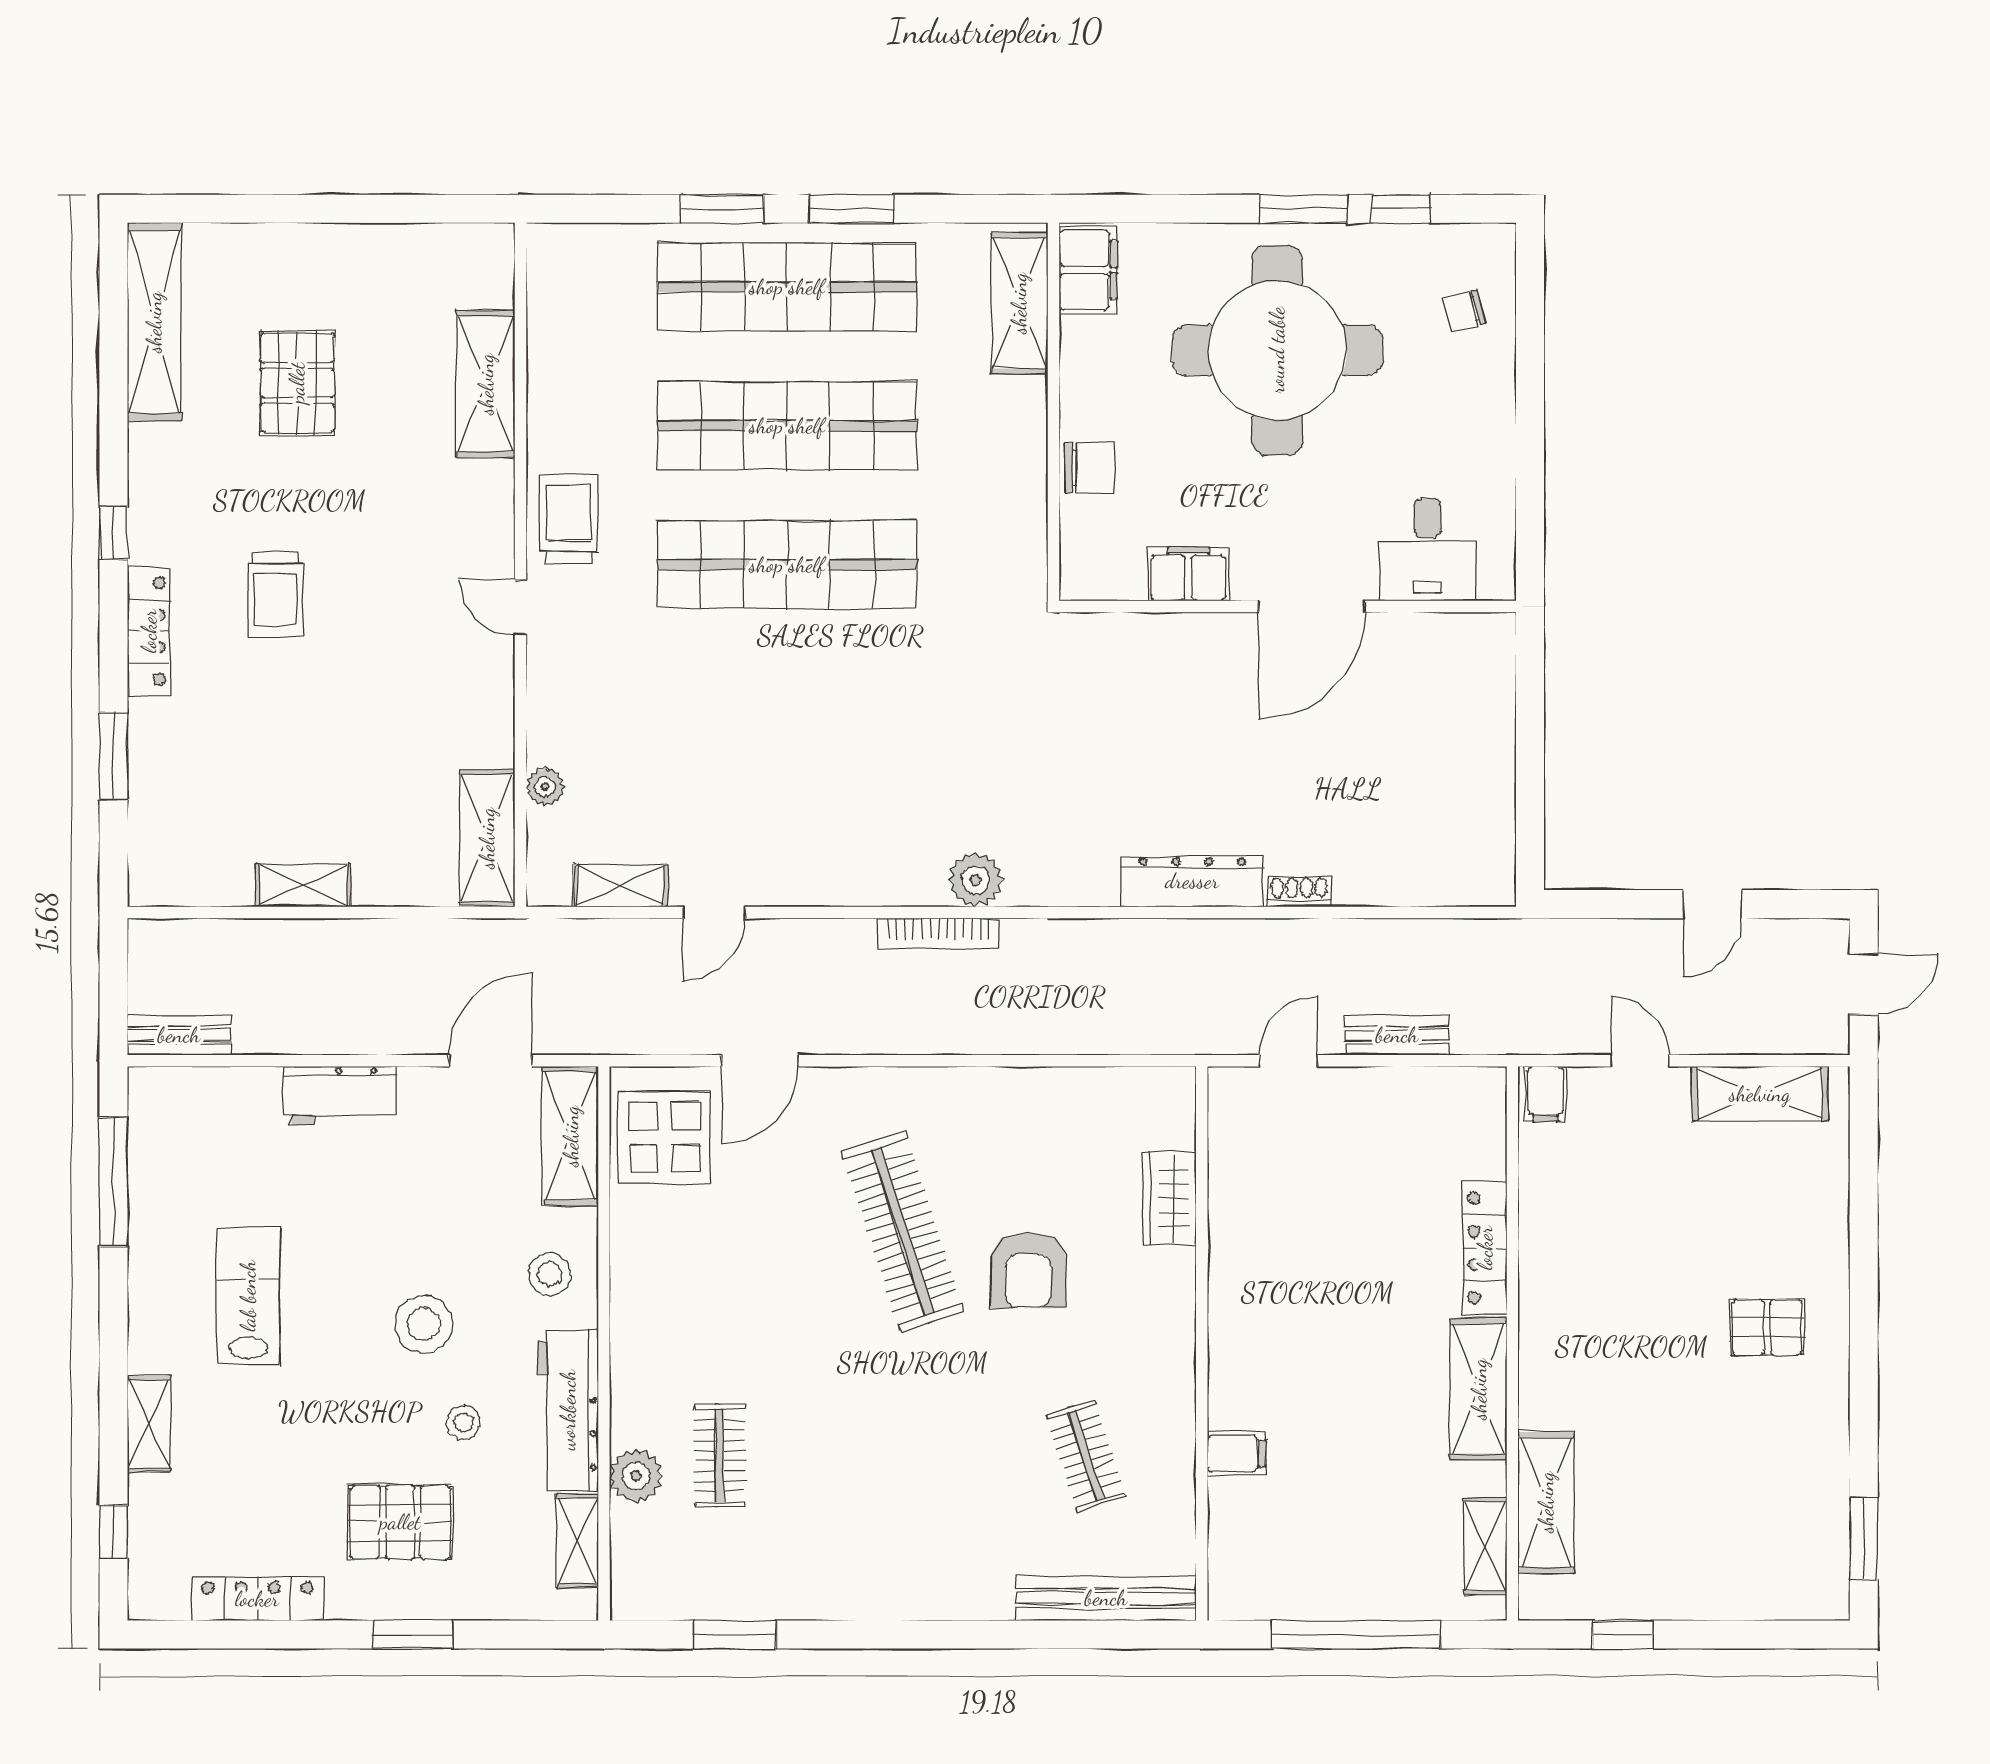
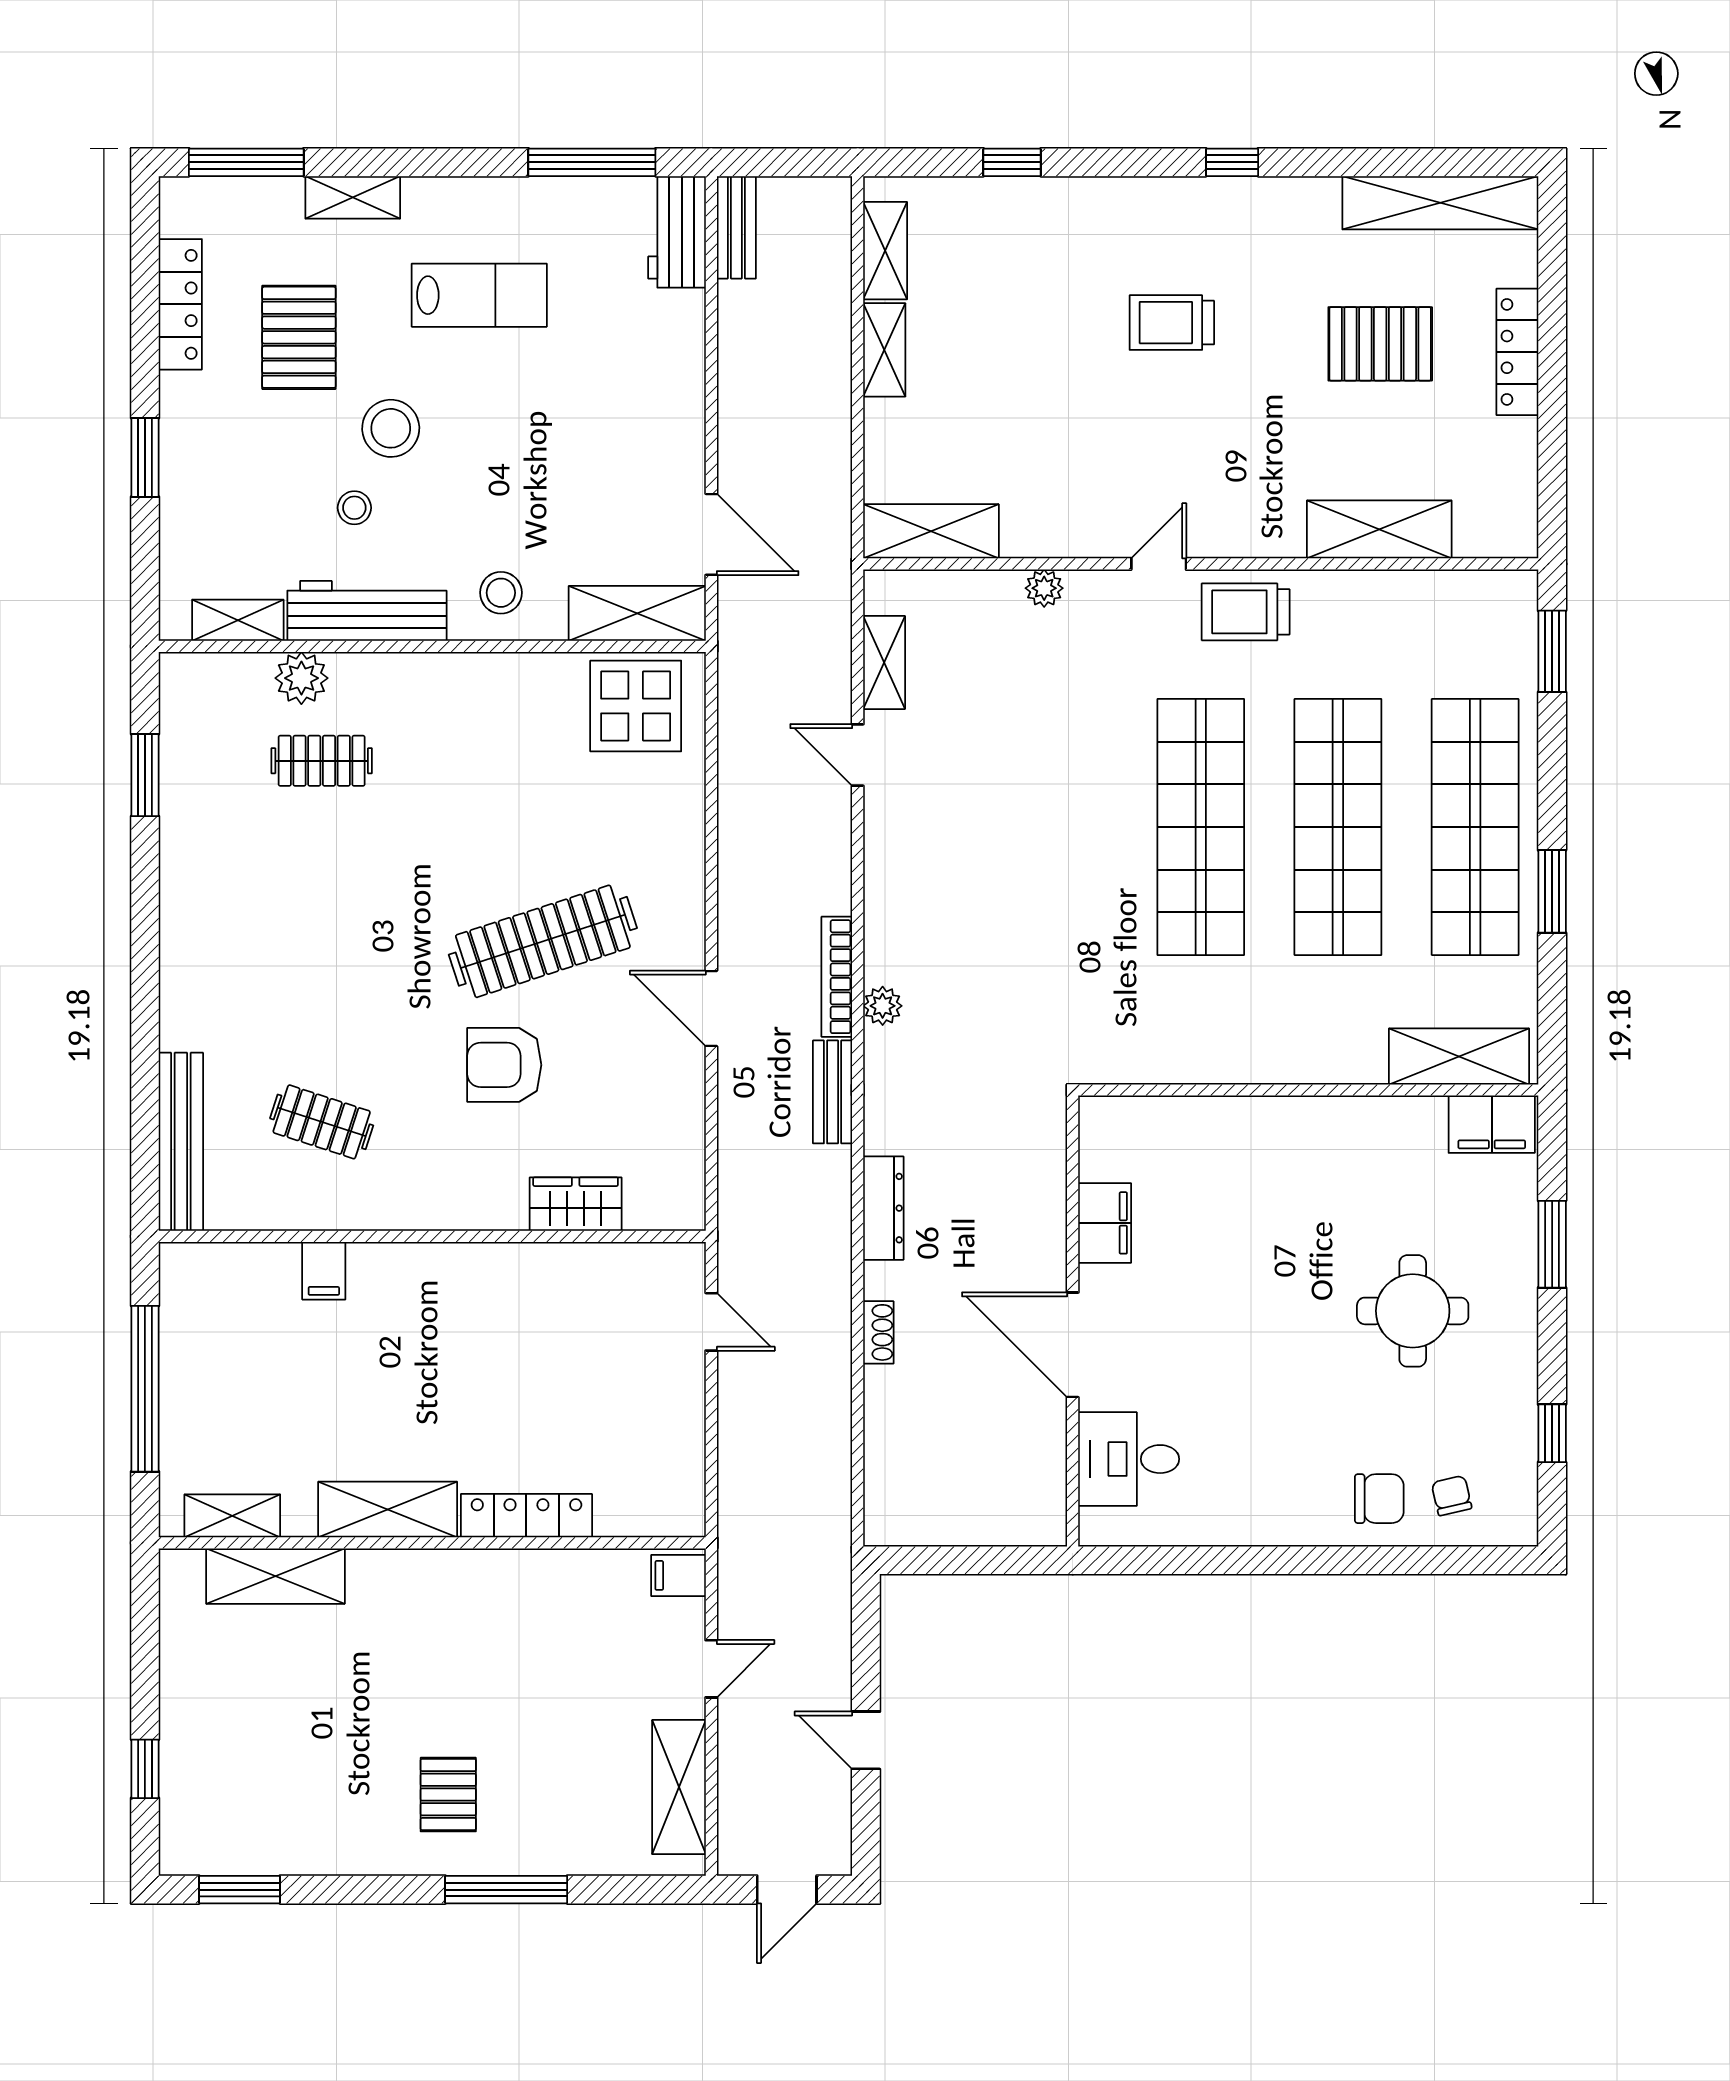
window: (722, 209) -> (1552, 651), moved
window: (1303, 209) -> (1552, 1244), moved
round table: (1277, 350) -> (1413, 1311), width x0.54, depth x0.54
chair: (1090, 468) -> (1379, 1499), moved, turned -90
trolley: (569, 519) -> (1246, 612), turned 180
desk: (1427, 550) -> (1129, 1459), moved
filing cabinet: (1188, 574) -> (1105, 1223), moved
wall: (1288, 607) -> (1073, 1321), moved
door: (1312, 607) -> (1073, 1345), moved
locker: (149, 631) -> (1517, 352), moved, turned 90
window: (113, 756) -> (1012, 162), width x0.67
plant: (545, 786) -> (1044, 588), moved
plant: (976, 880) -> (883, 1006), width x0.73, depth x0.73
dresser: (1192, 881) -> (883, 1208), width x0.73, depth x0.80
shelving: (203, 885) -> (885, 251), added
door: (1864, 984) -> (787, 1890), hinge flipped
bench: (1397, 1035) -> (833, 1092), moved
door: (760, 1061) -> (711, 1008), moved
workbench: (339, 1096) -> (677, 232), moved
window: (1864, 1269) -> (506, 1890), added
stool: (424, 1324) -> (391, 428), moved
clothes rail: (1086, 1456) -> (322, 1122), turned 36
pallet: (400, 1522) -> (299, 337), moved
window: (113, 1532) -> (246, 162), width x2.17
window: (1623, 1635) -> (145, 1769), moved

